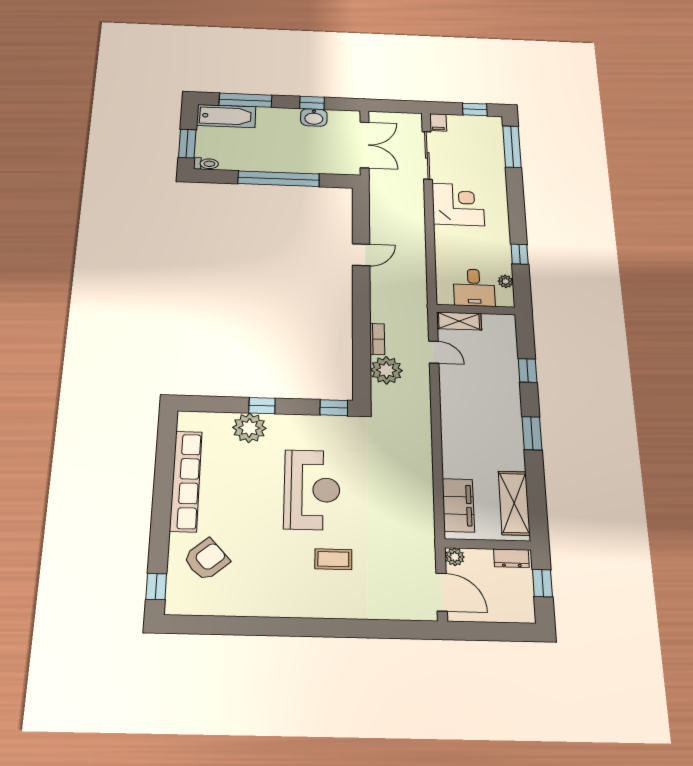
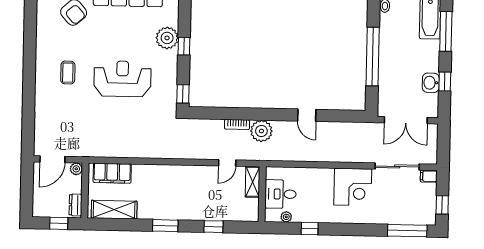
plant: (386, 370) -> (261, 131), moved
reception desk: (312, 490) -> (122, 79), turned 180
coffee table: (333, 559) -> (68, 73), moved

